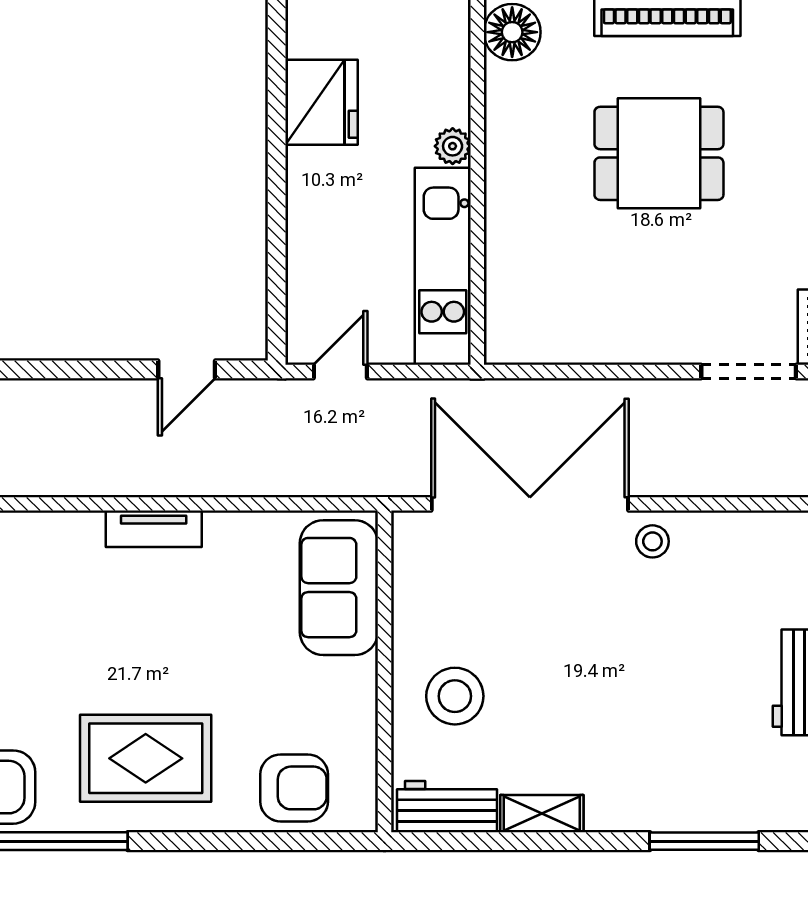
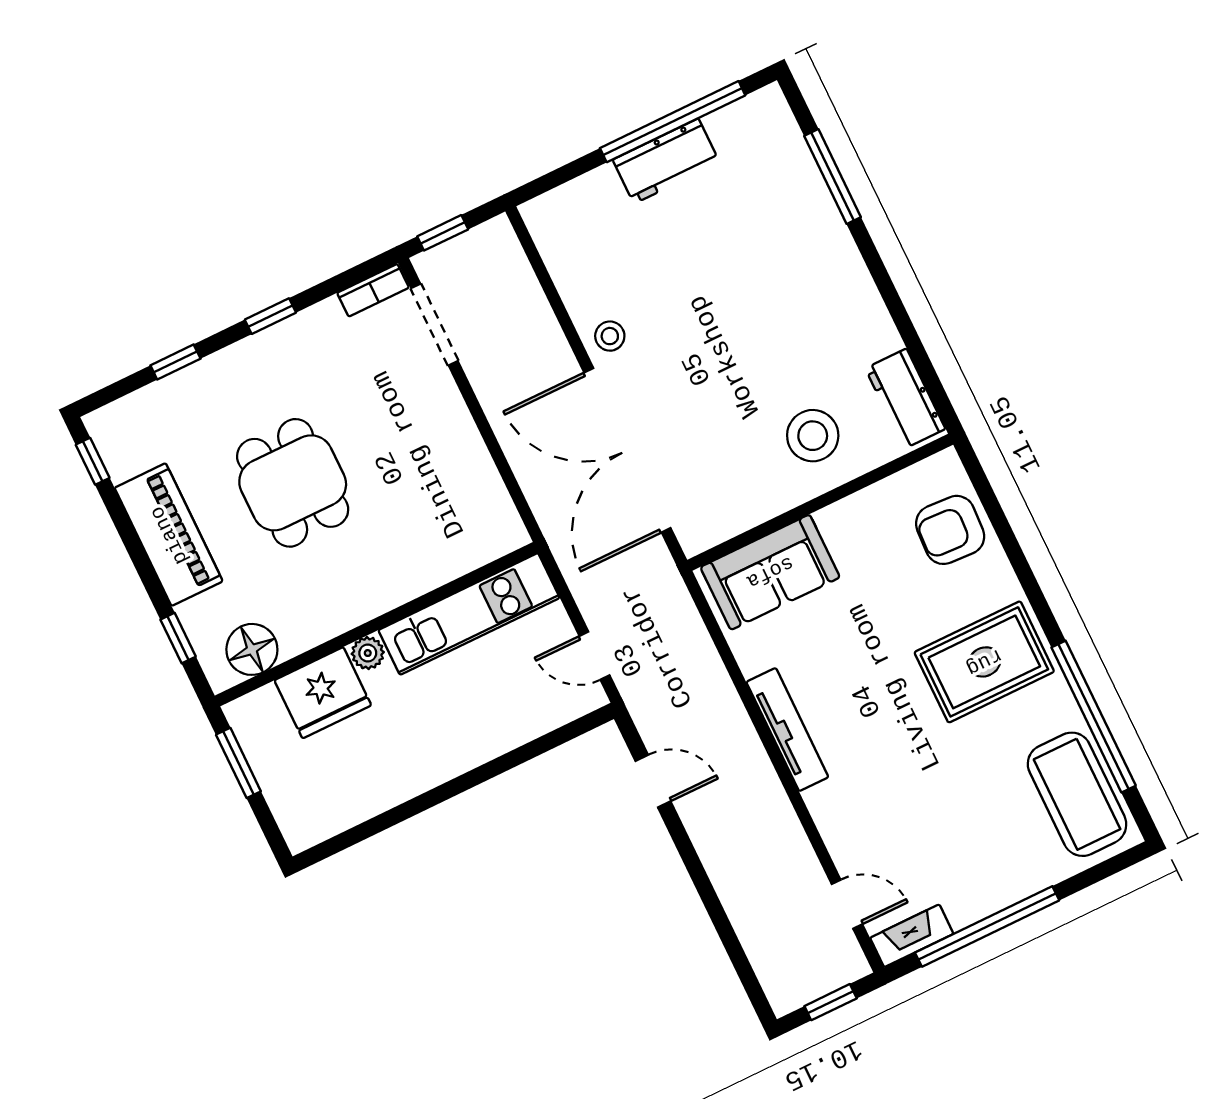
fridge: (321, 102) -> (323, 693), moved, turned 180
tv unit: (154, 529) -> (787, 730), width x1.41
rug: (146, 758) -> (984, 662), turned 90
armchair: (294, 788) -> (950, 530), turned -87
shelving: (542, 814) -> (874, 319), removed

